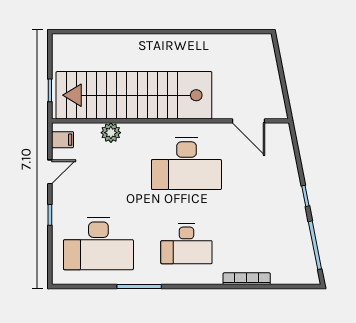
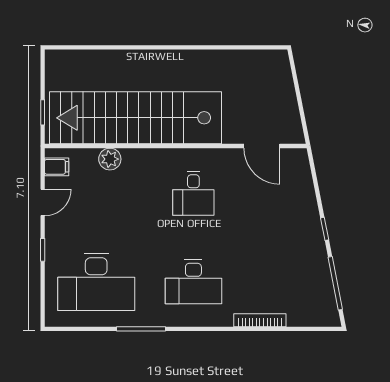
desk: (186, 164) -> (193, 193), width x0.53, depth x0.77

